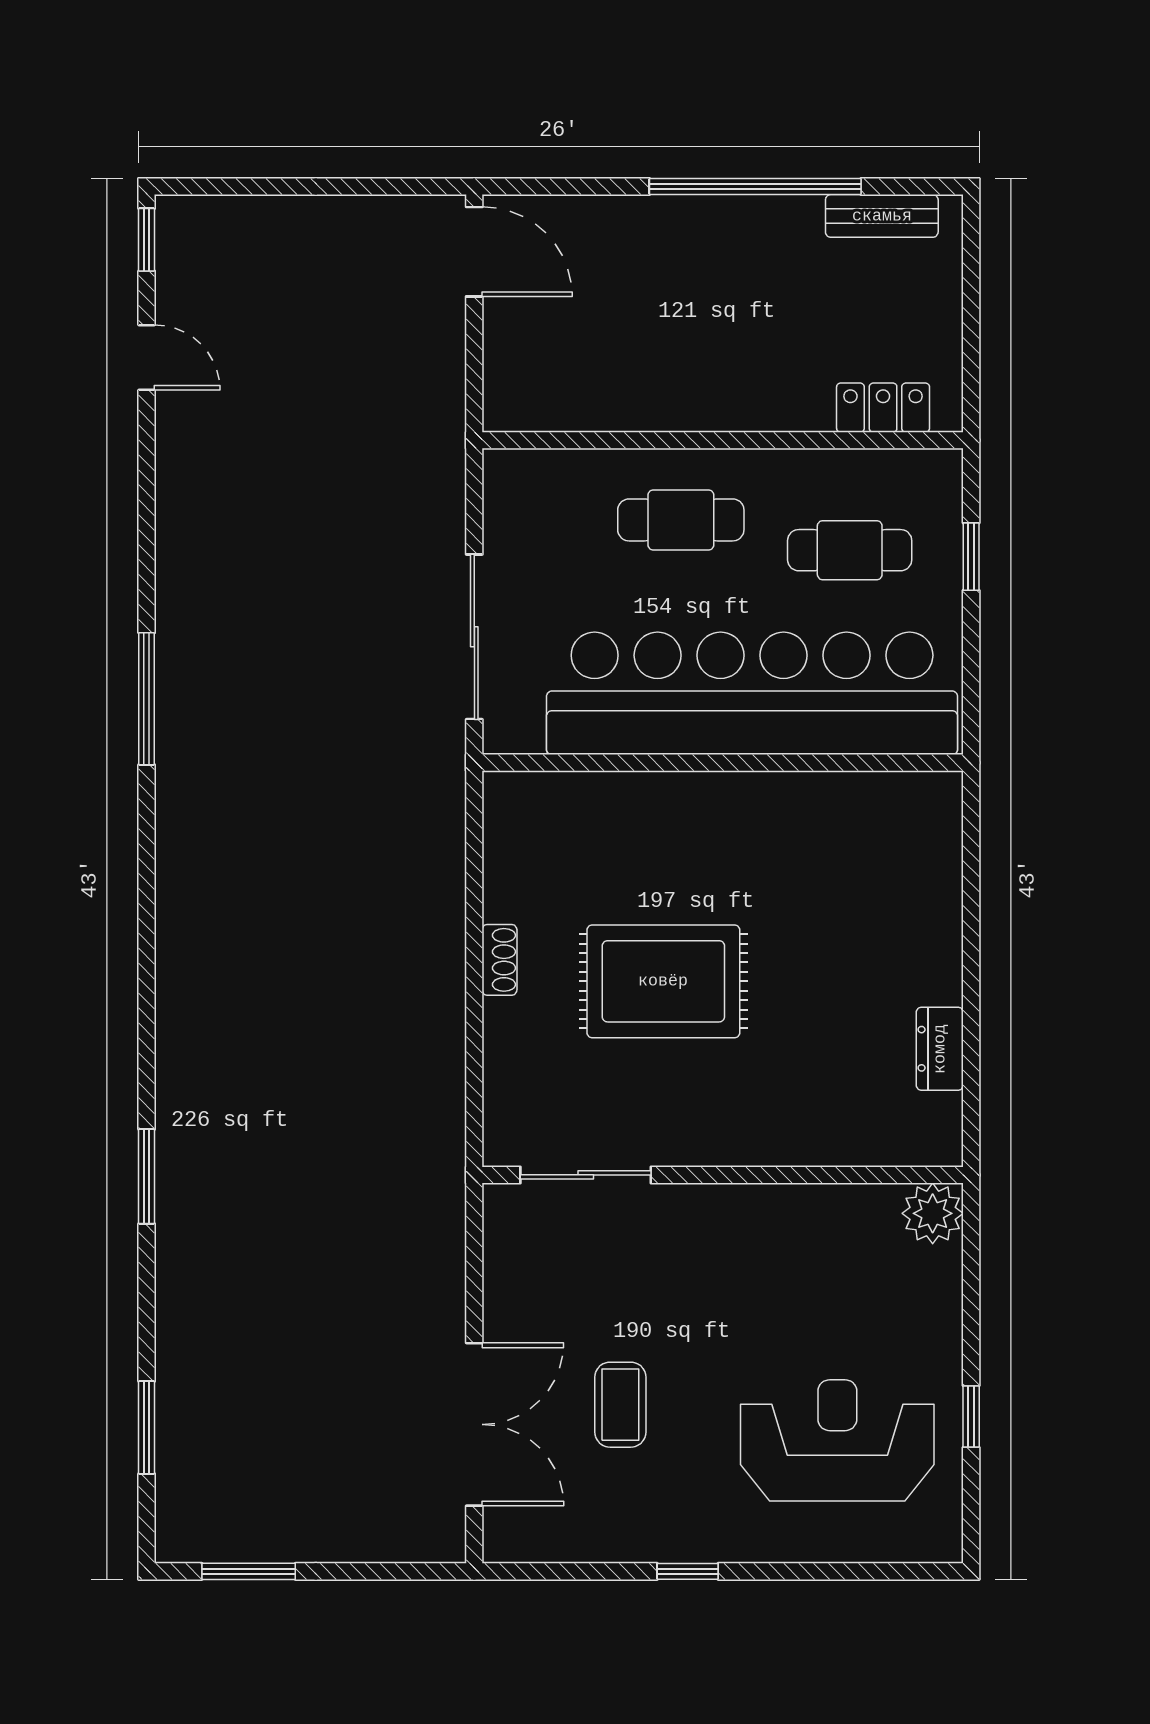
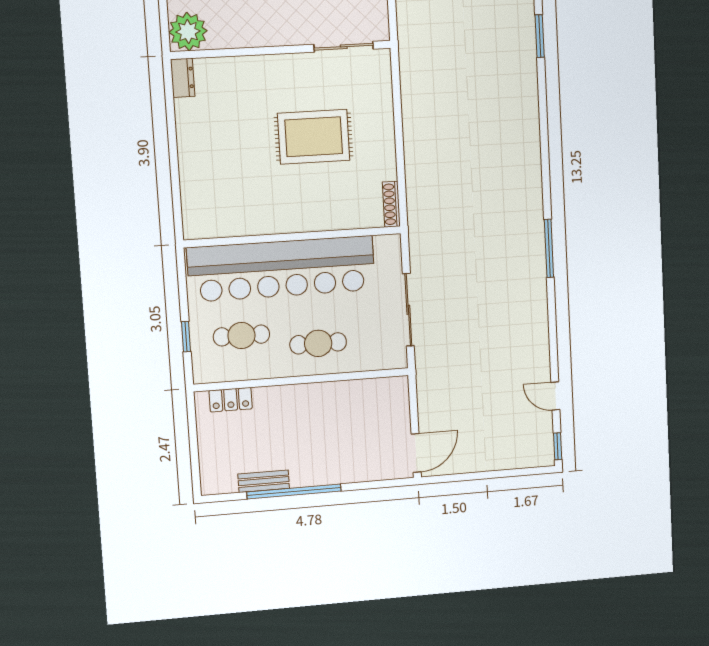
bench: (882, 216) -> (264, 481), moved
door: (474, 252) -> (416, 453), swing flipped
sliding door: (474, 637) -> (408, 310), moved
shoe rack: (499, 960) -> (391, 204), moved, width x1.43
dresser: (940, 1049) -> (183, 78), moved
plant: (933, 1213) -> (188, 32), width x1.36, depth x1.36

